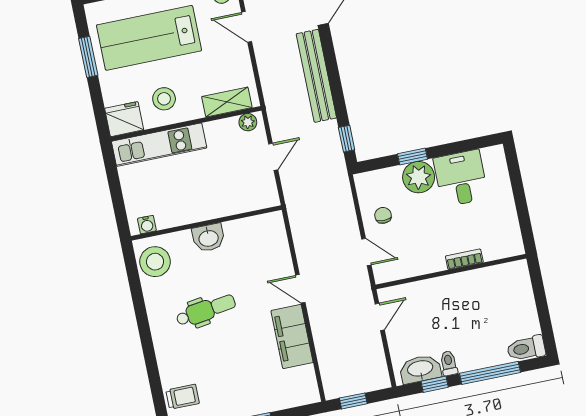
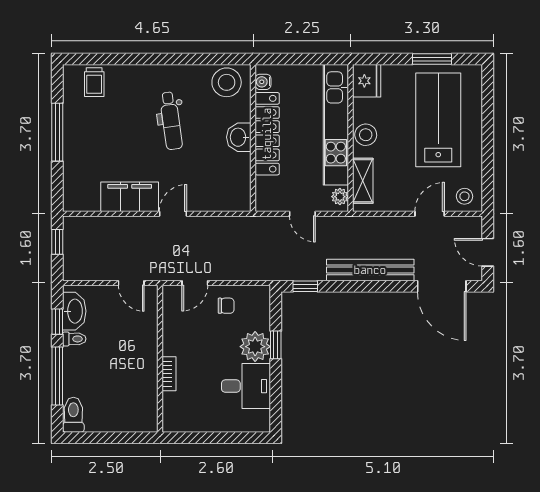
stool: (164, 99) -> (366, 135), moved
kitchen unit: (159, 145) -> (336, 125), width x1.36
locker: (199, 209) -> (267, 134), added

